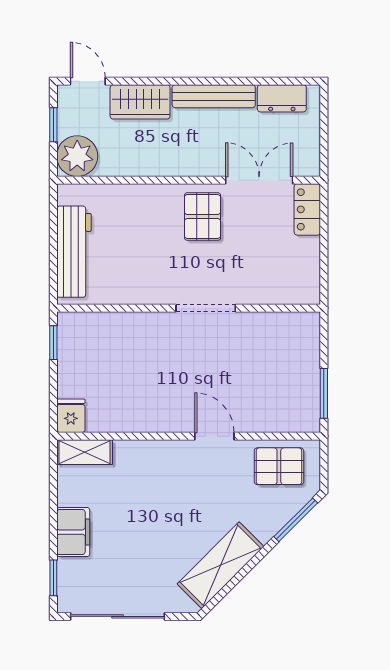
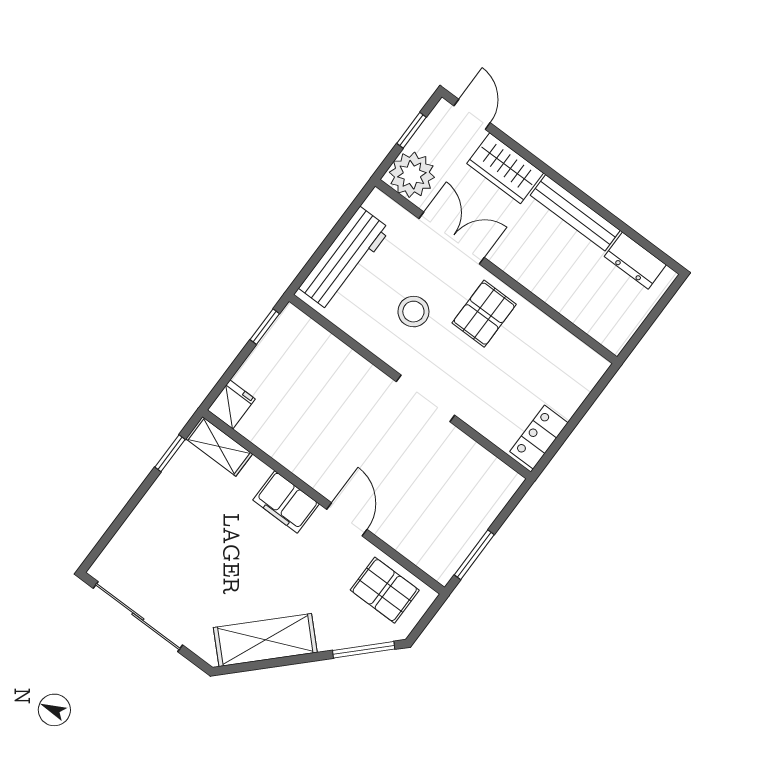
double door: (259, 180) -> (452, 238), moved
locker: (307, 209) -> (539, 437), moved
stool: (151, 253) -> (413, 312), added
filing cabinet: (73, 532) -> (286, 502), moved, turned 90
window: (53, 578) -> (170, 453), moved

